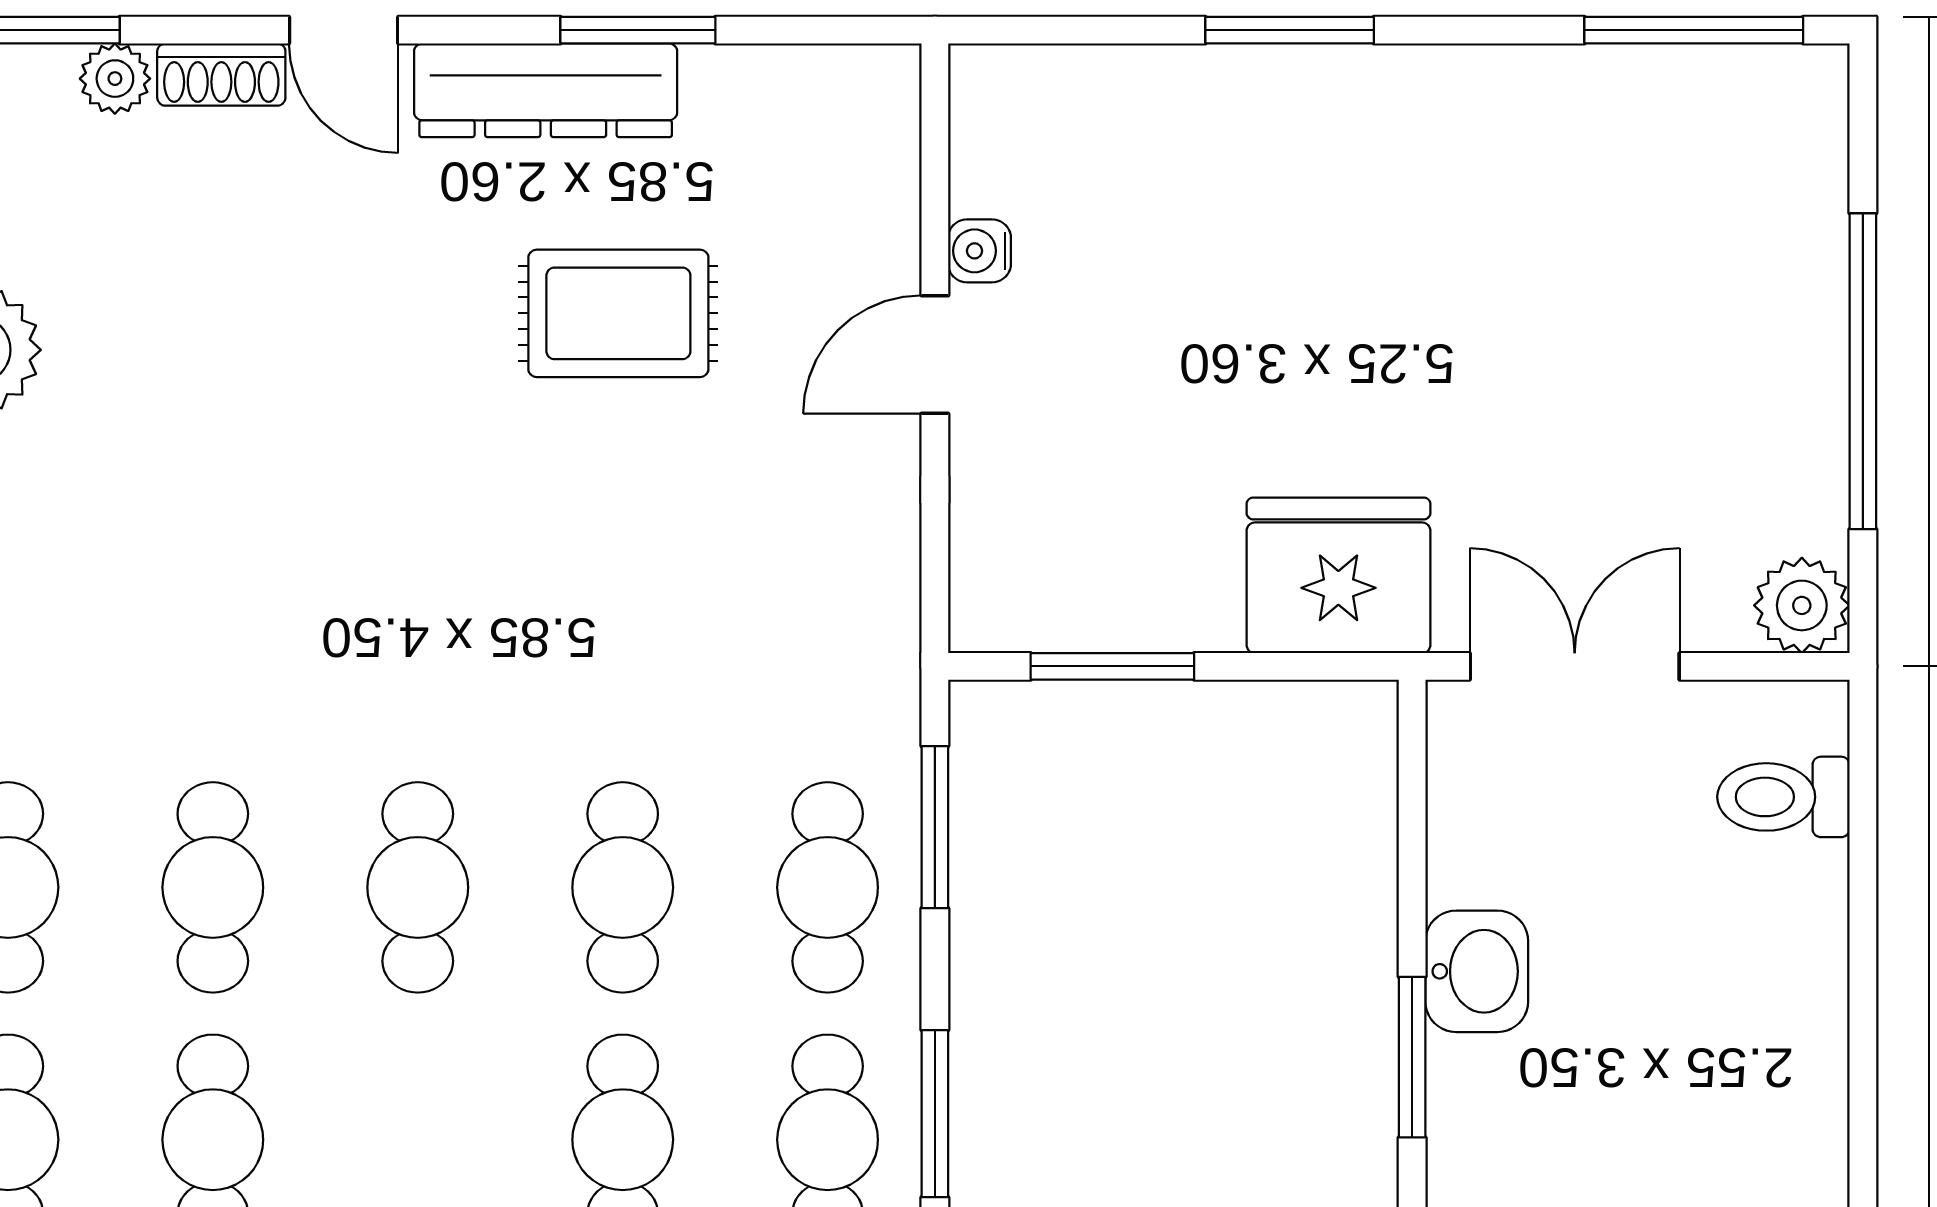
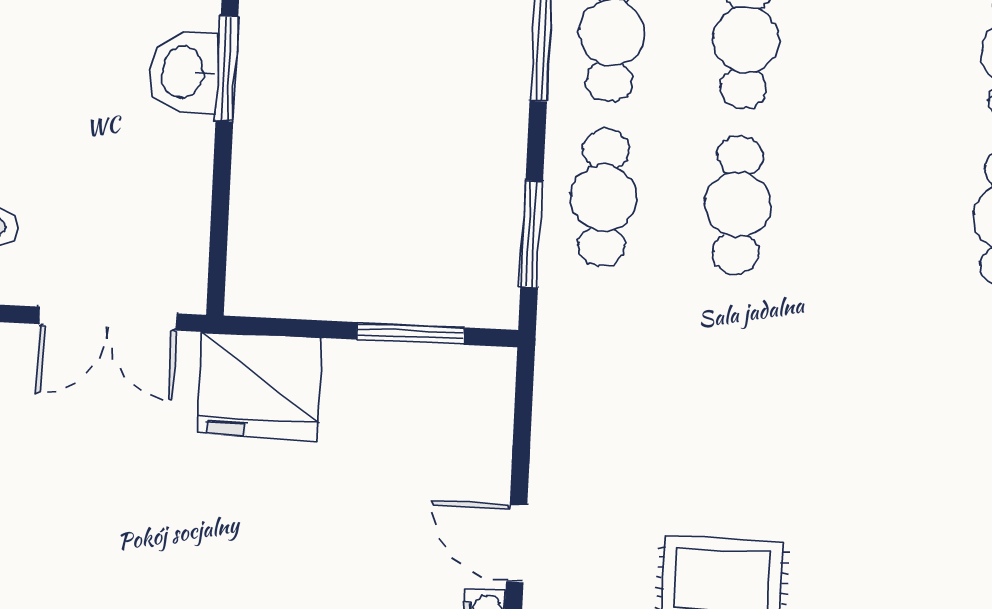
door: (935, 355) -> (517, 543), swing flipped
cafe table: (418, 887) -> (872, 211), removed
washbasin: (1477, 971) -> (184, 72), moved

